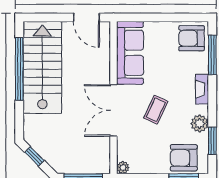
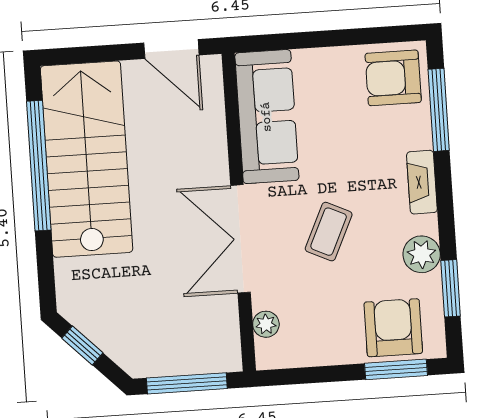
armchair: (184, 158) -> (393, 328), turned 90
plant: (123, 168) -> (266, 324), moved

